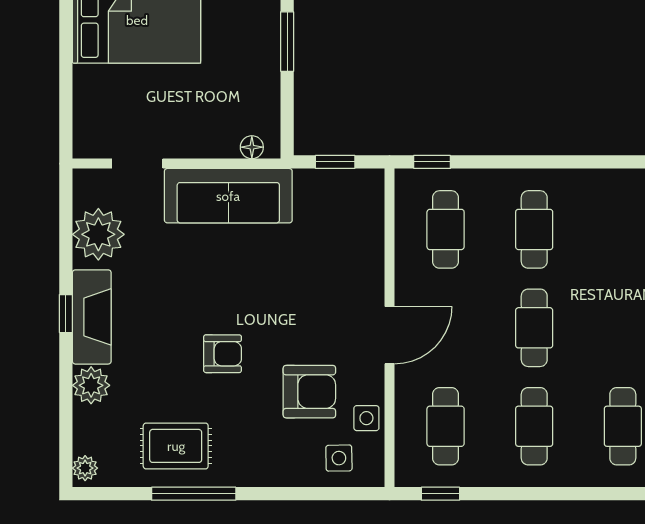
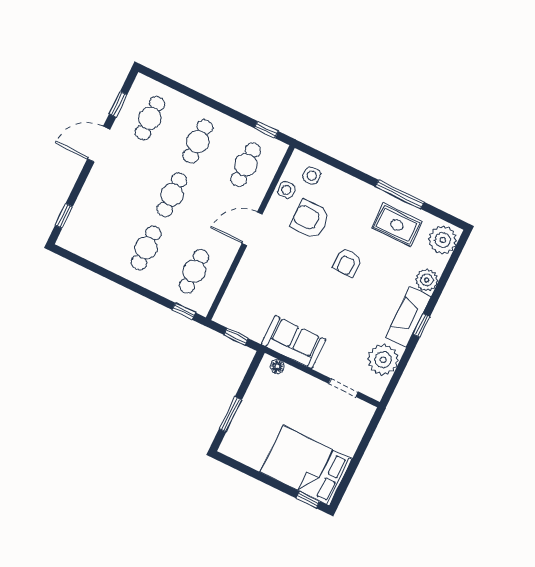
sofa: (228, 196) -> (294, 342), width x0.73
armchair: (223, 354) -> (347, 263), turned -90
plant: (85, 468) -> (443, 240), width x1.87, depth x1.87

